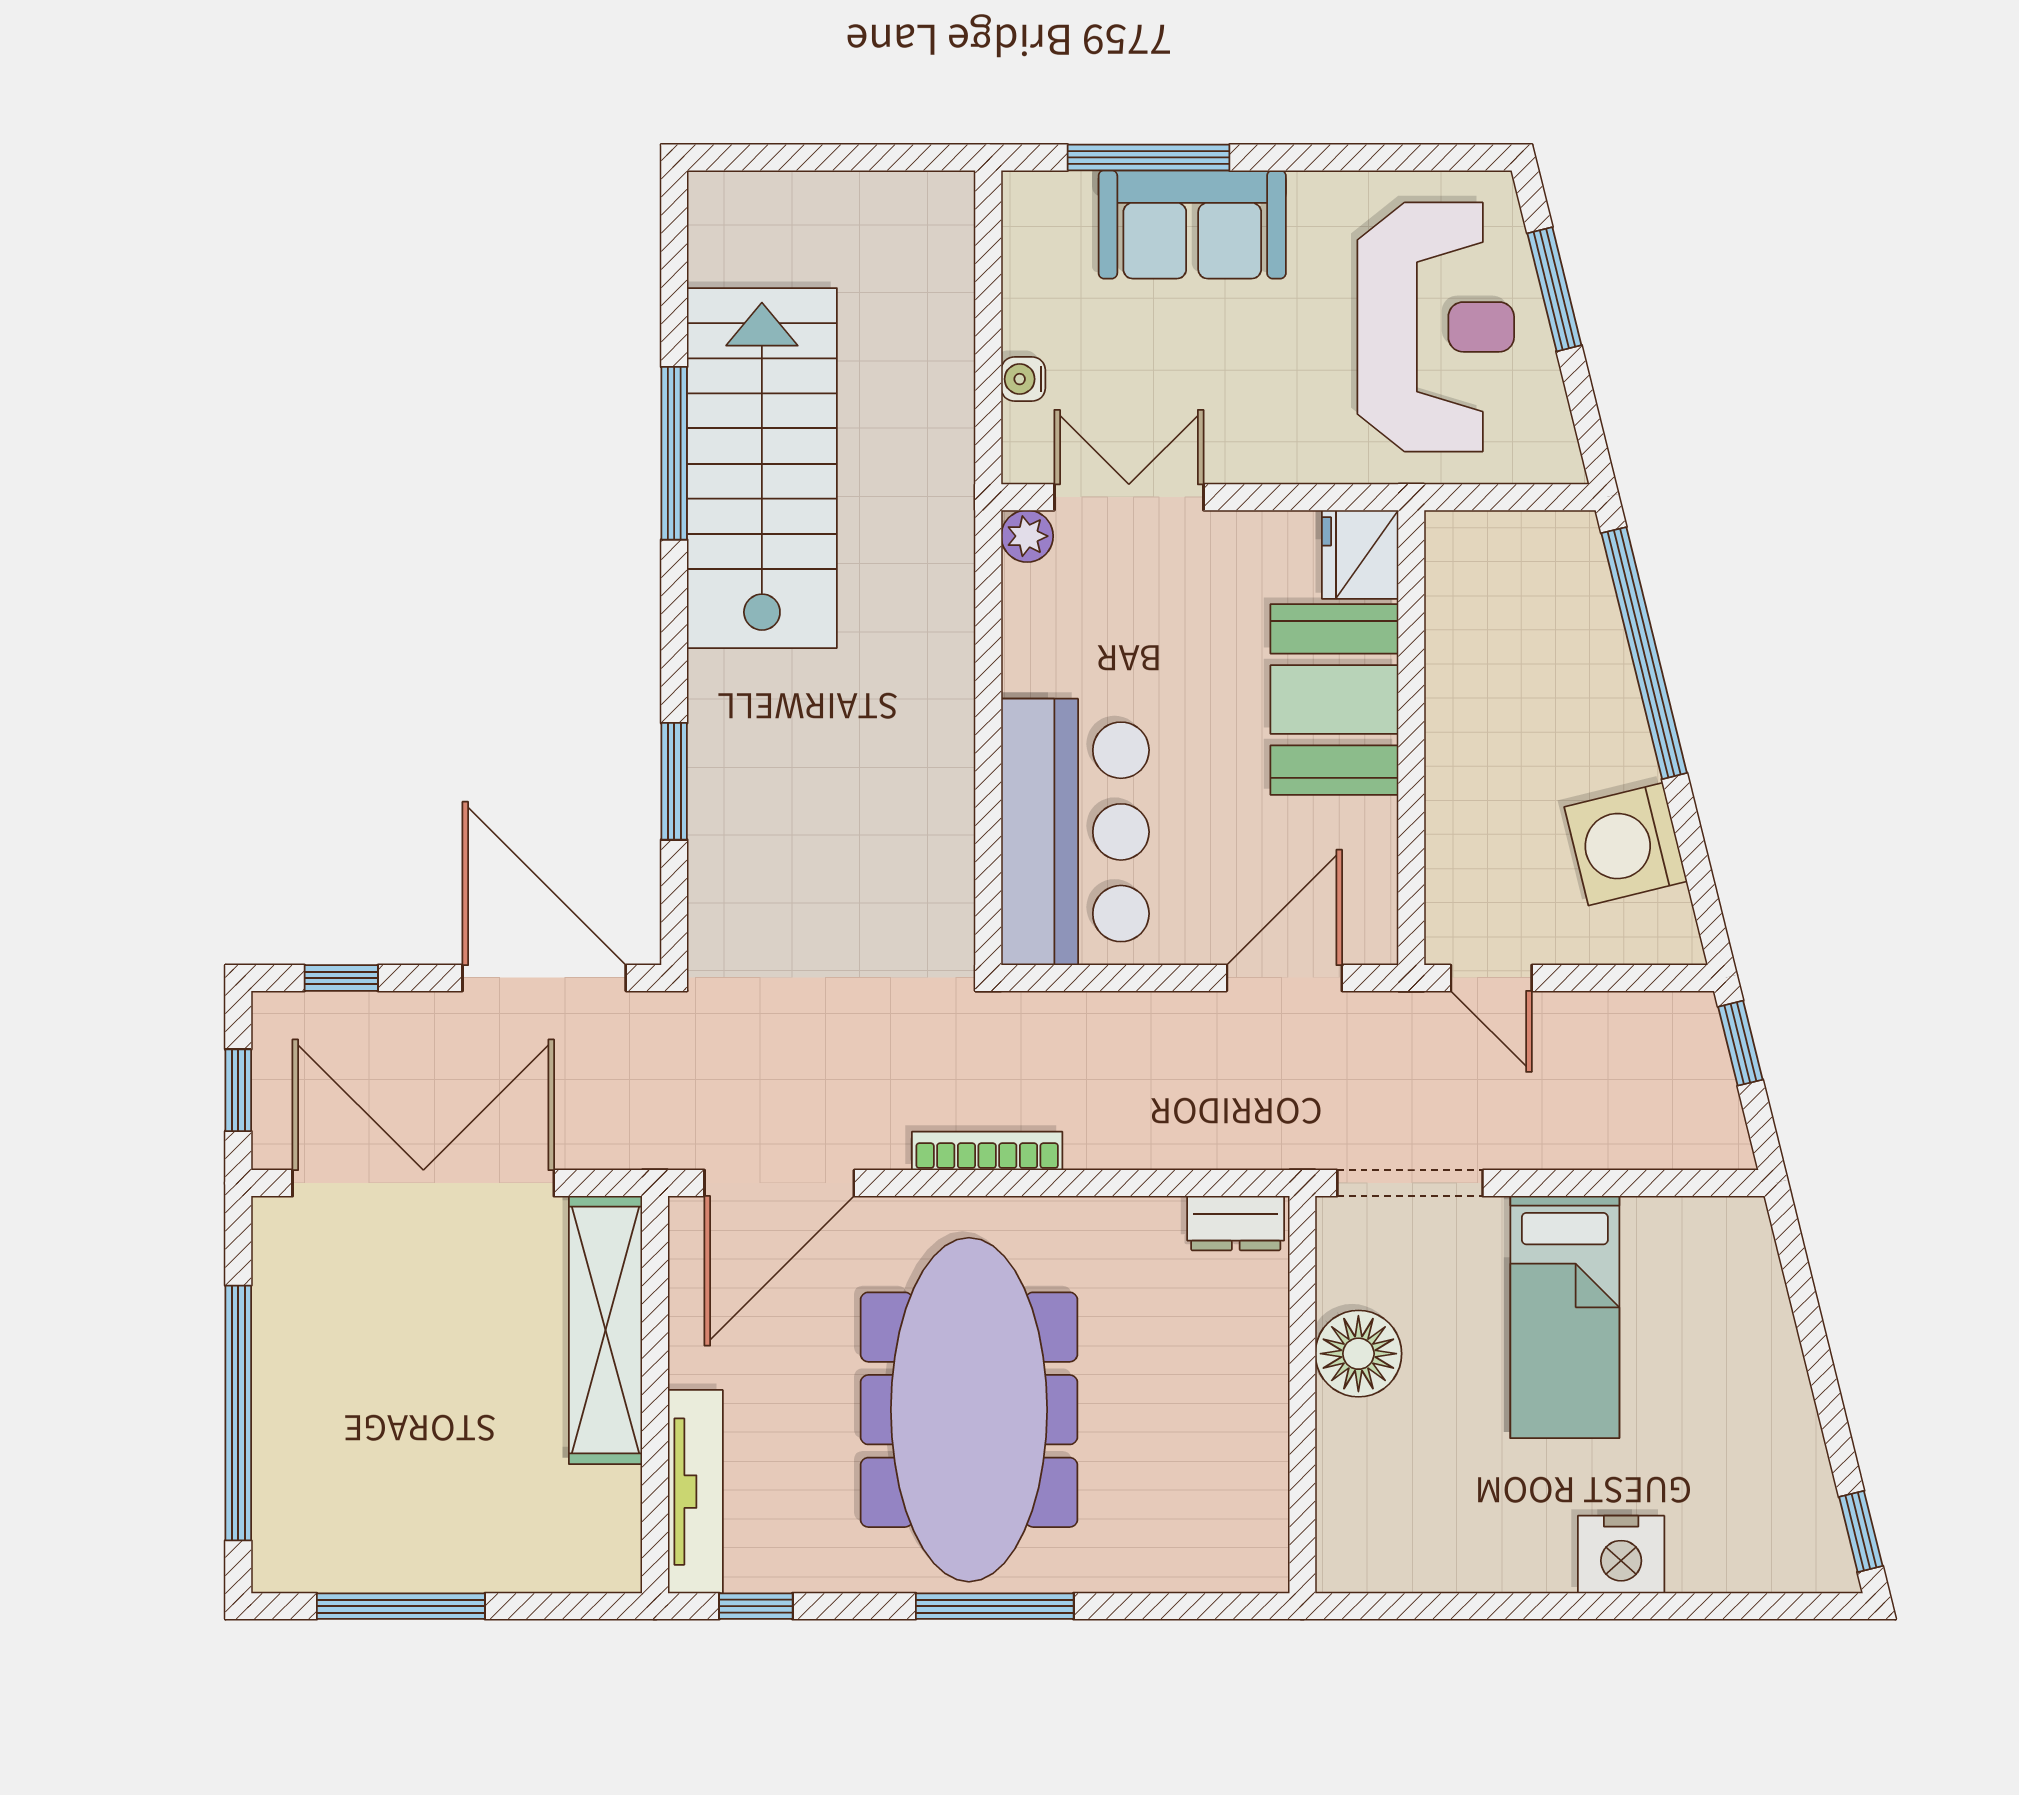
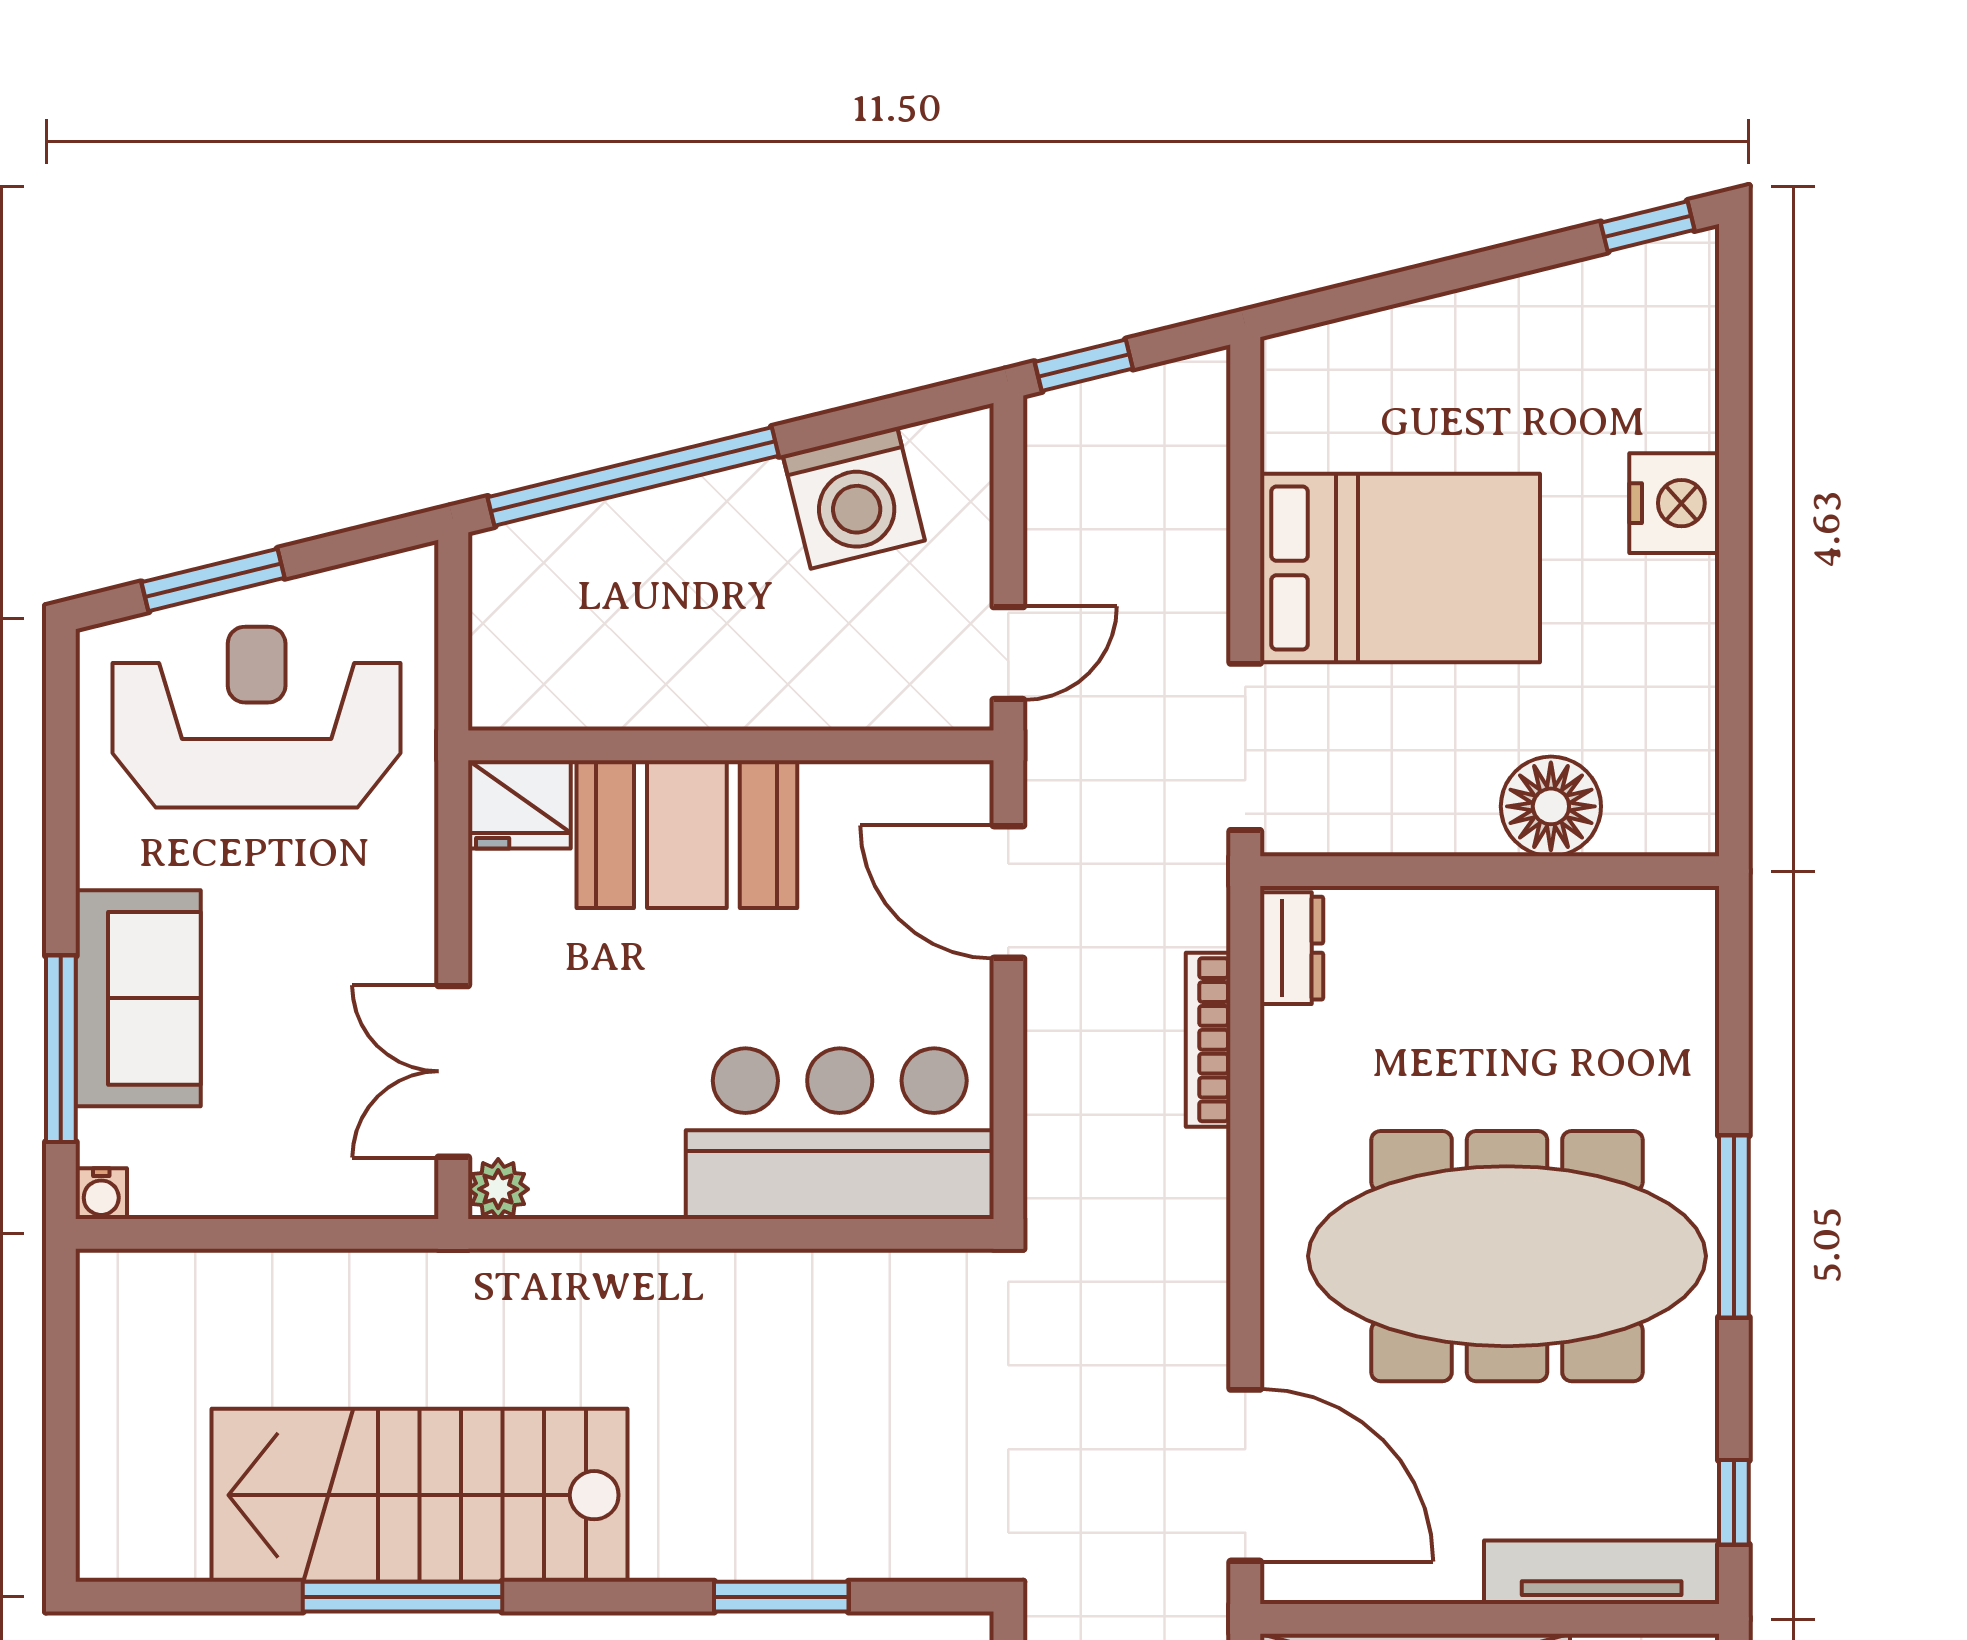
water cooler: (1023, 379) -> (101, 1194), moved
bookcase: (987, 1151) -> (1208, 1040), moved
bed: (1565, 1317) -> (1400, 568), width x1.50
floor lamp: (1358, 1354) -> (1551, 806), moved

